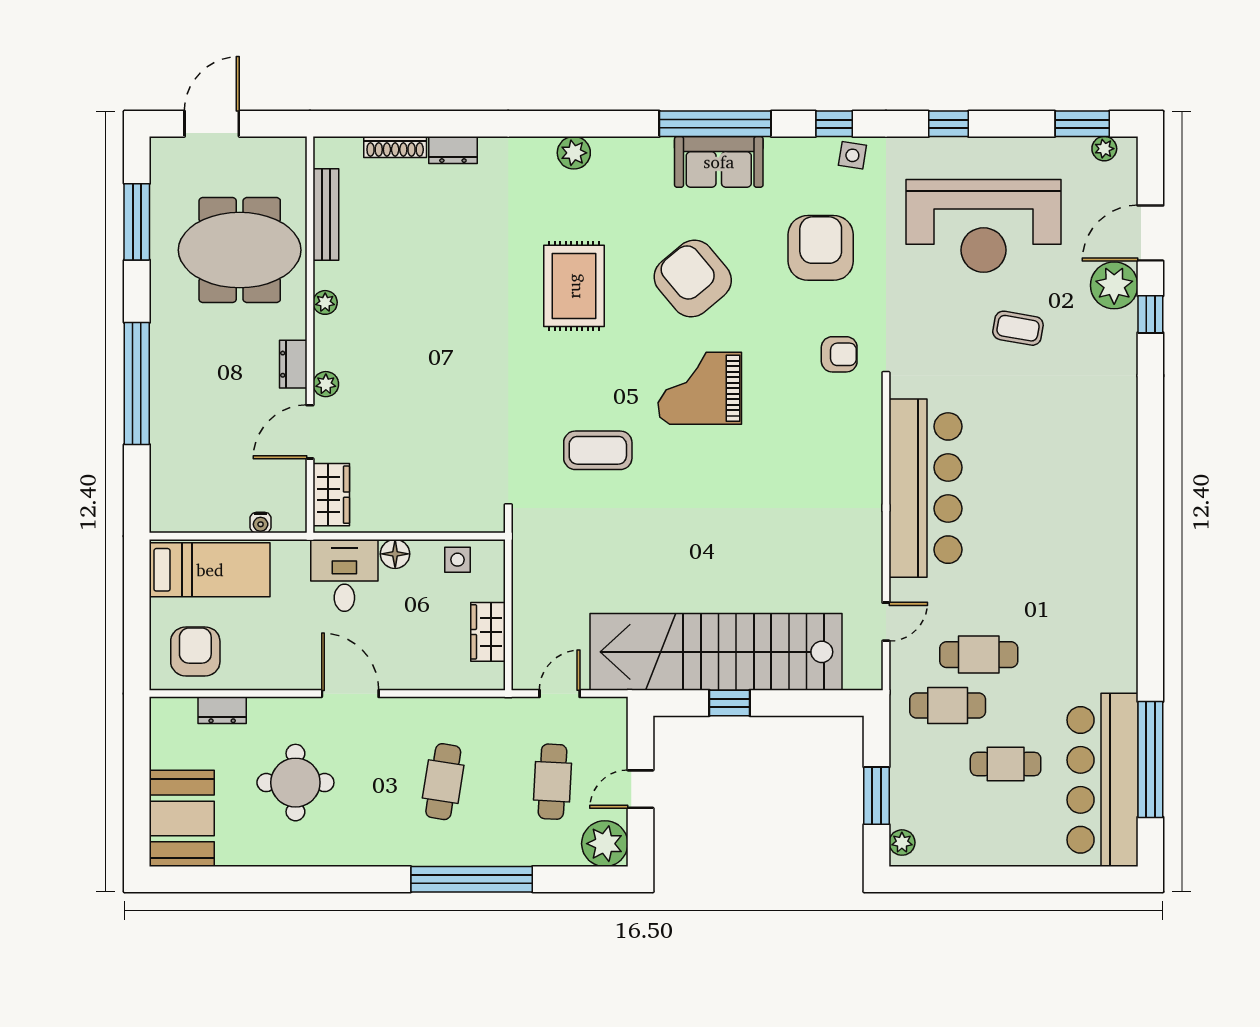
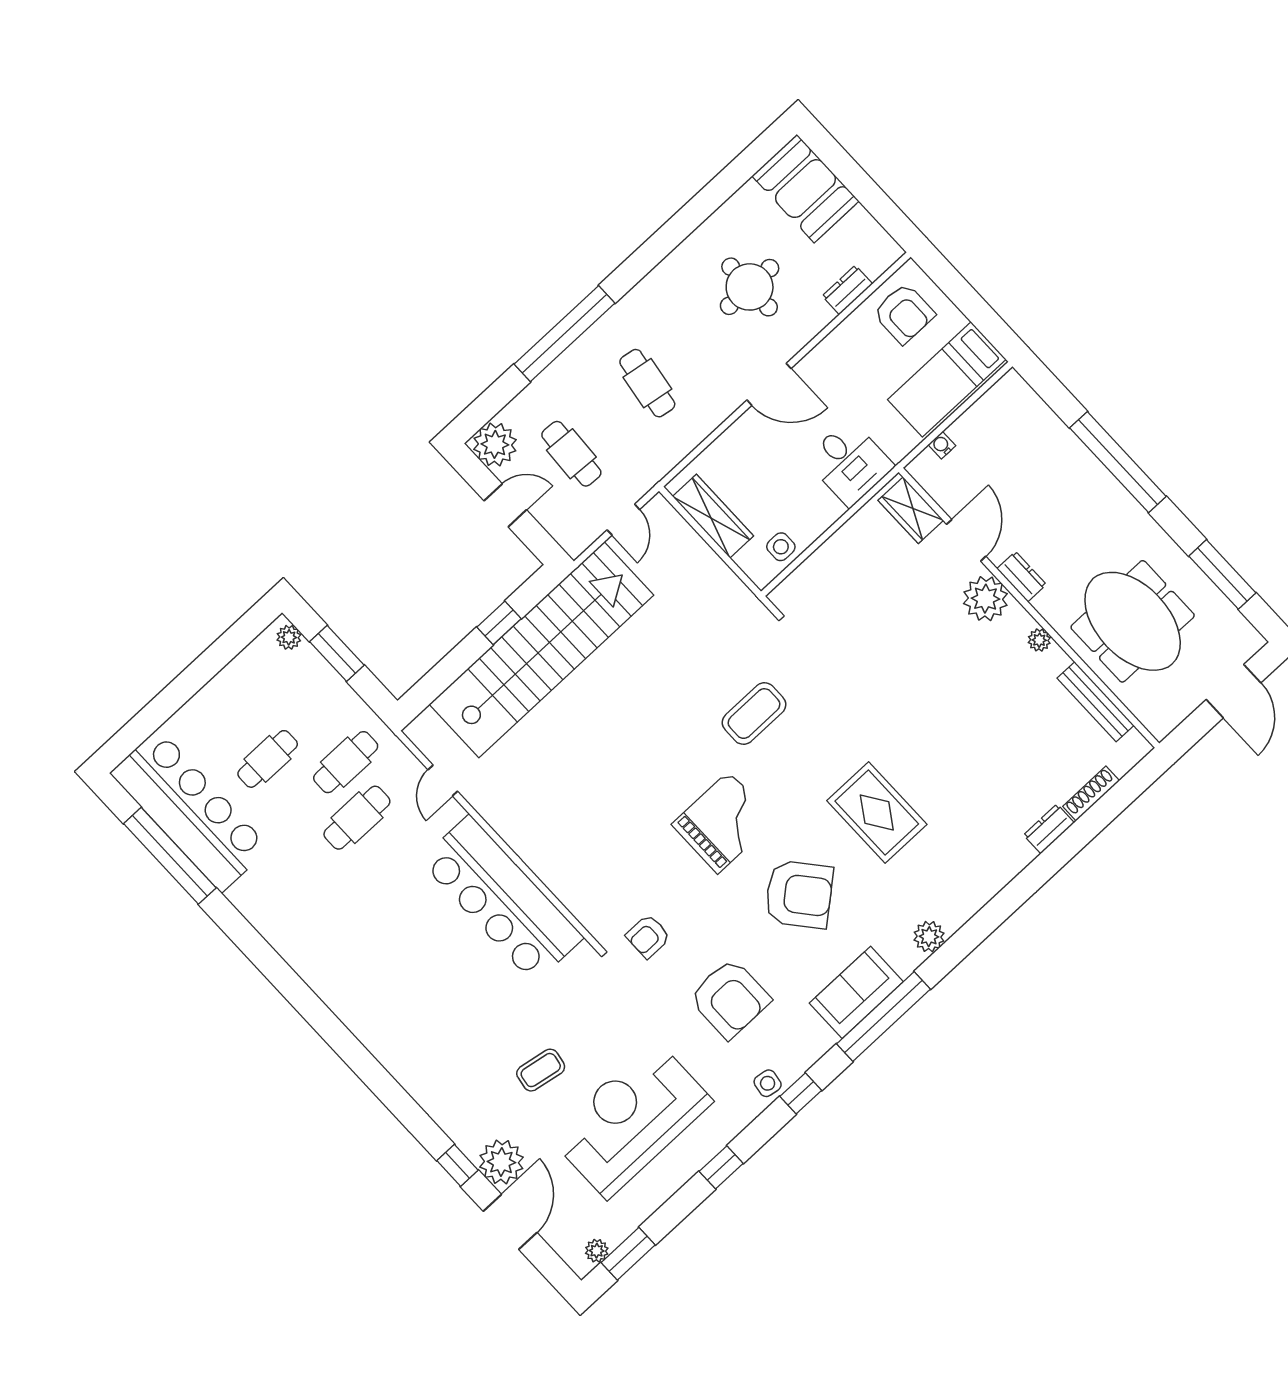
plant: (574, 153) -> (929, 937), moved
meeting table: (240, 250) -> (1133, 621), turned 90
plant: (326, 384) -> (985, 599), width x1.88, depth x1.88
floor lamp: (395, 554) -> (828, 510), removed
wardrobe: (488, 632) -> (713, 516), width x1.50
door: (640, 789) -> (505, 505), hinge flipped

